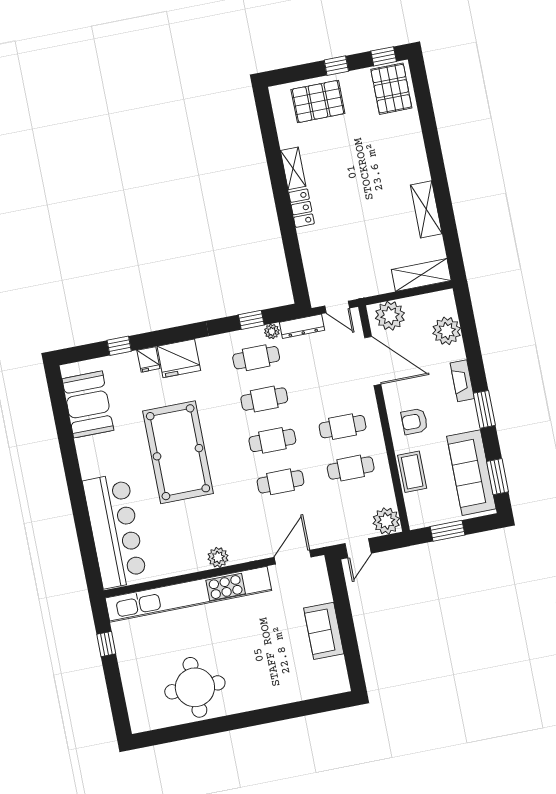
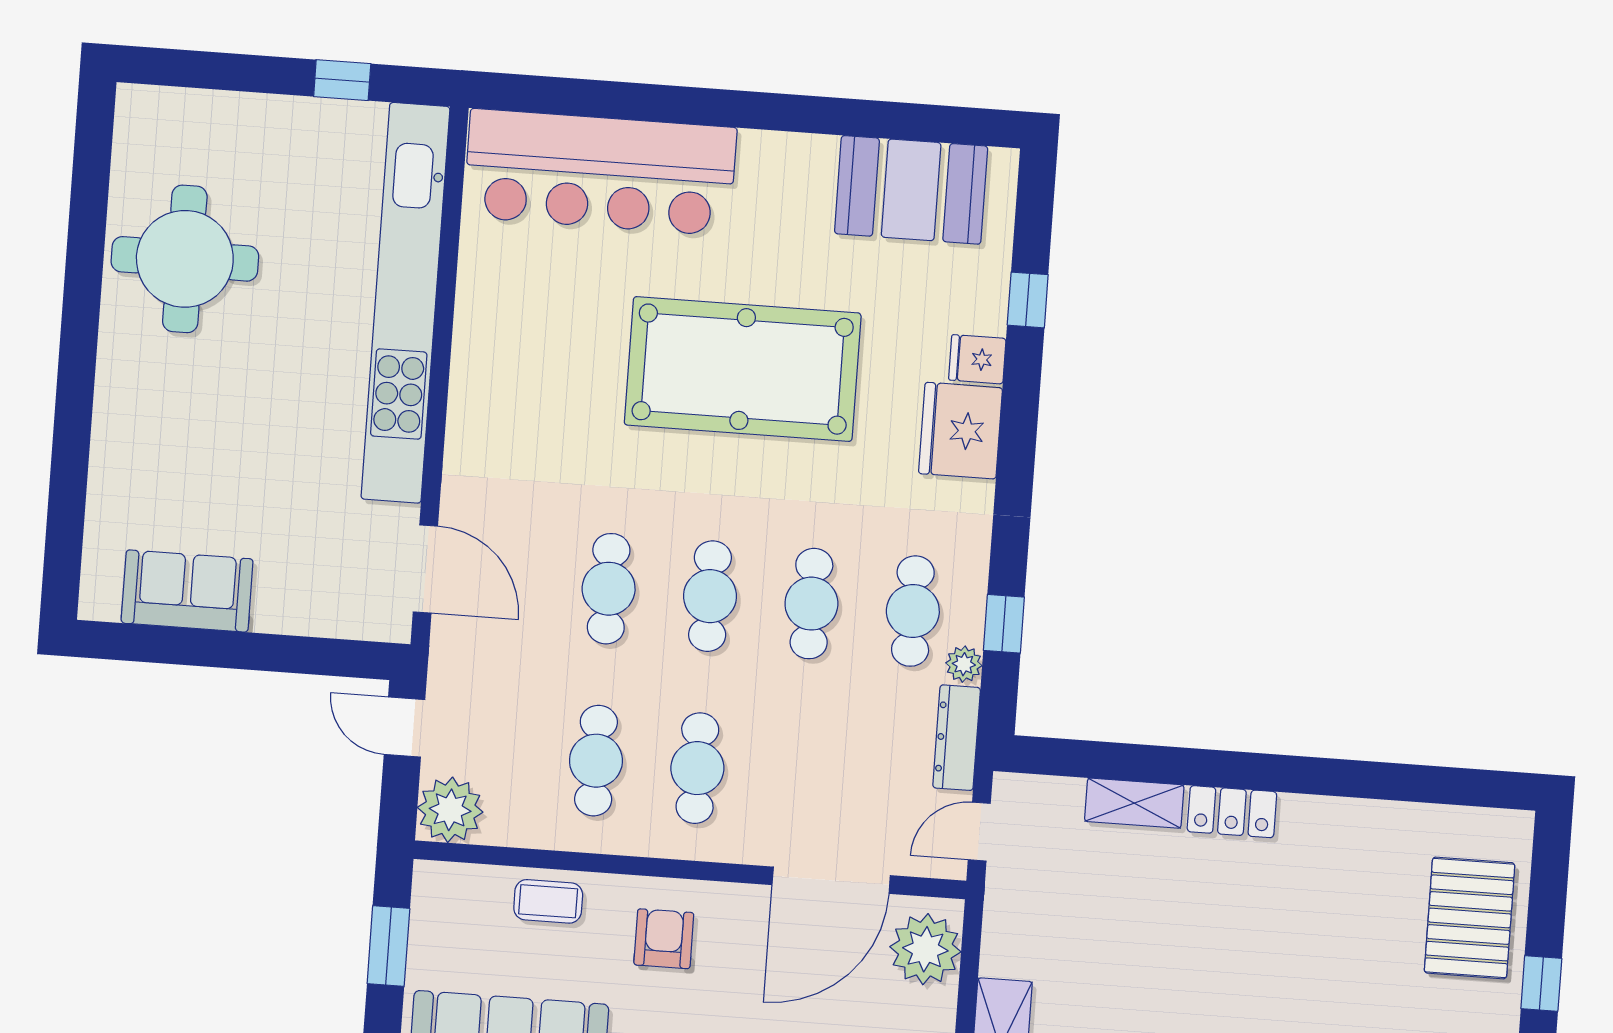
shelving: (293, 168) -> (1134, 803), moved
coffee table: (412, 472) -> (548, 901), width x0.73, depth x0.77
plant: (218, 557) -> (473, 395), removed
sofa: (324, 631) -> (187, 591), moved

